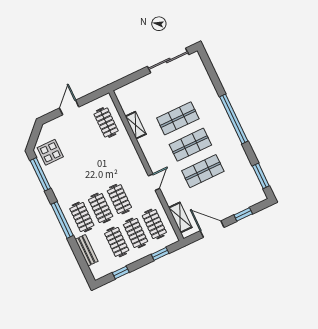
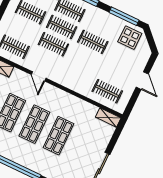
shelving: (136, 125) -> (108, 117), moved
clothes rail: (136, 233) -> (93, 42), moved

